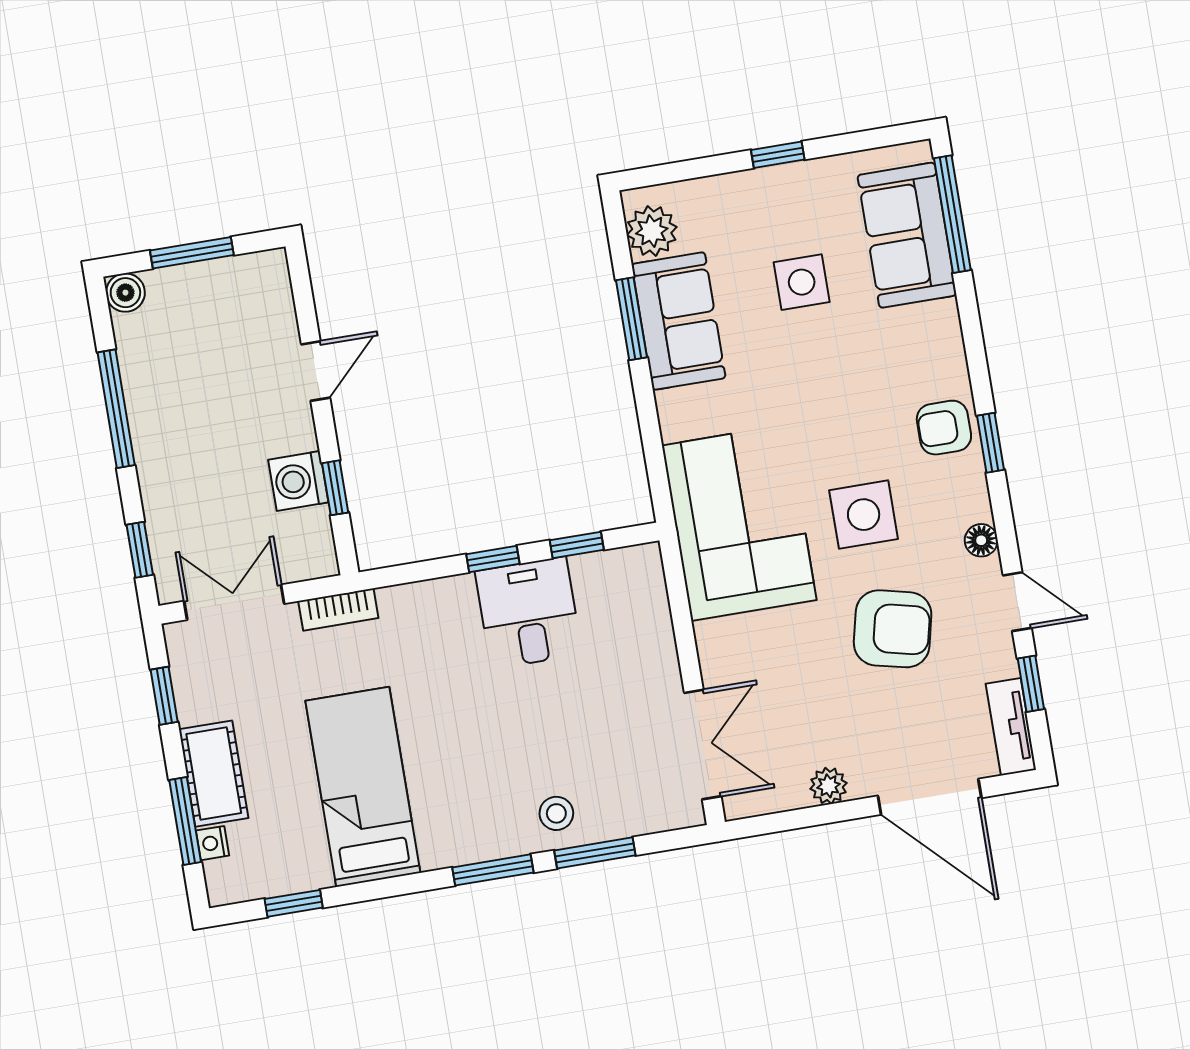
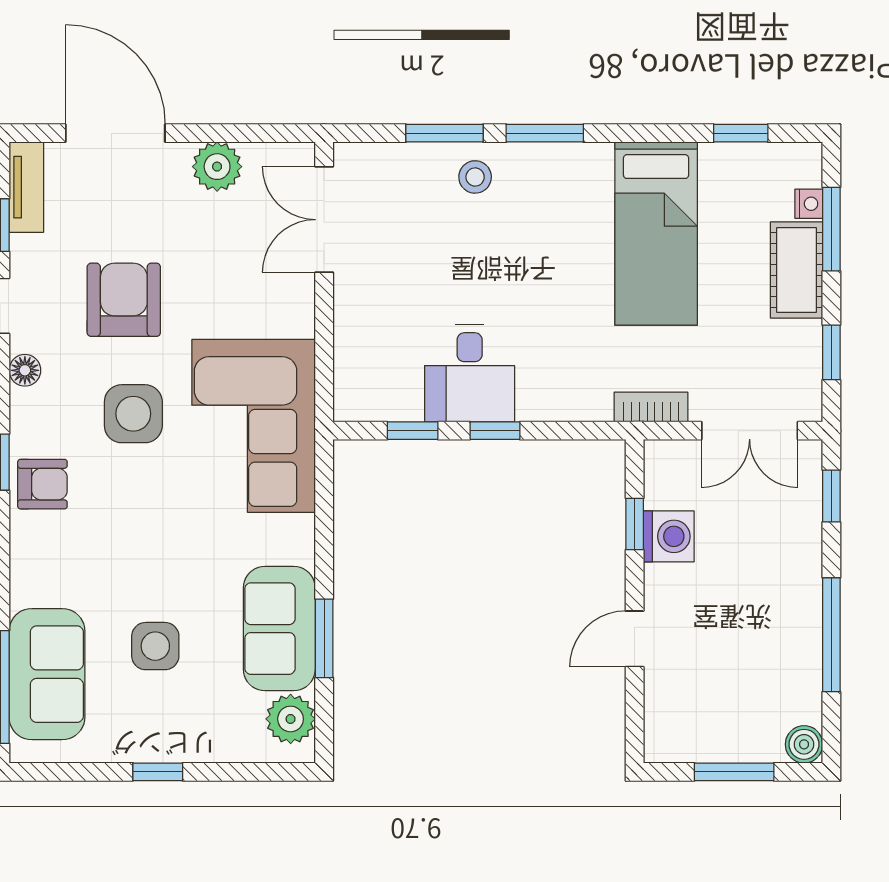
armchair: (893, 629) -> (124, 300), turned 77
plant: (828, 786) -> (217, 167), width x1.38, depth x1.38

